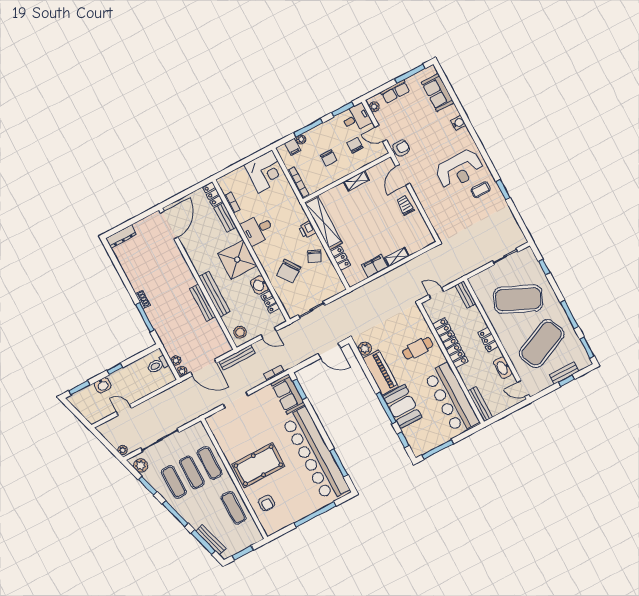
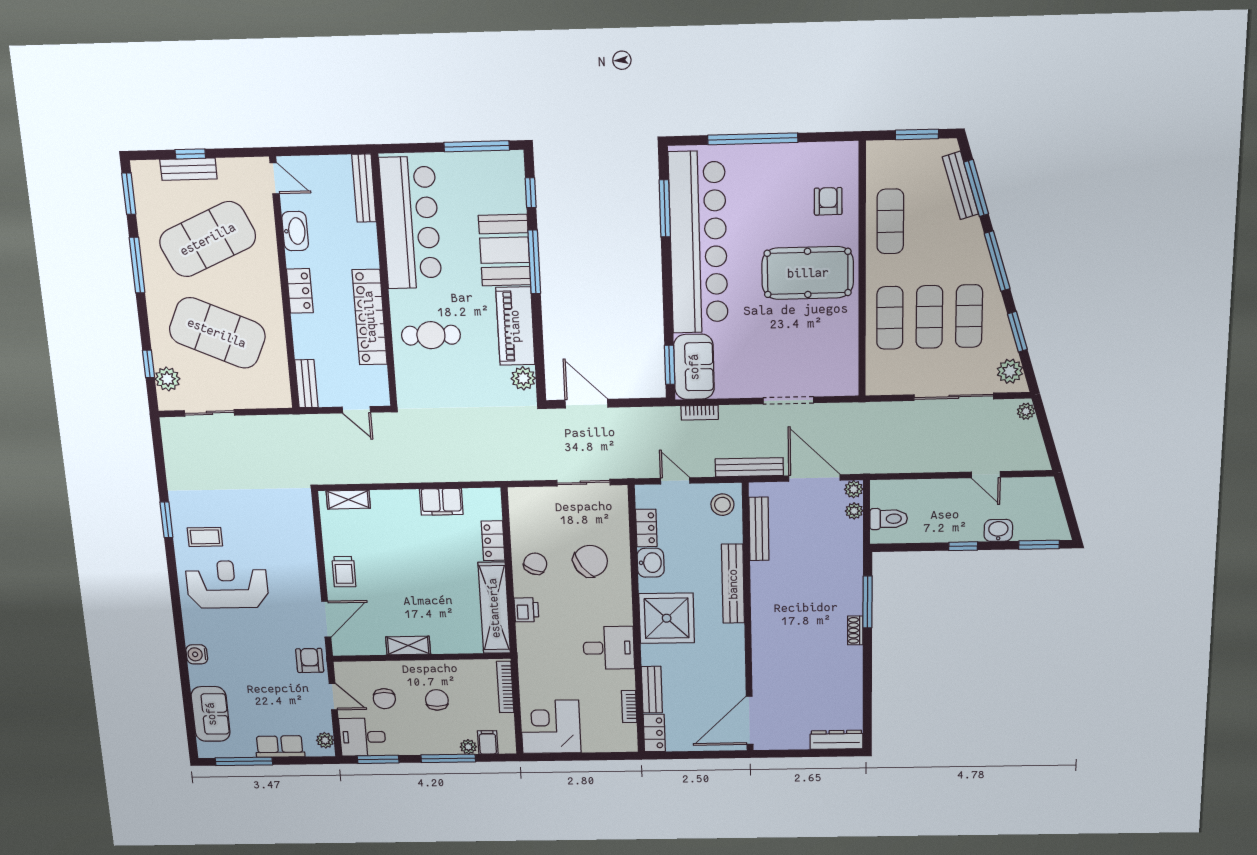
armchair: (401, 148) -> (310, 660), turned 90
shelving: (397, 257) -> (348, 500), moved
plant: (532, 264) -> (167, 379), added
bench: (203, 303) -> (759, 529), moved

